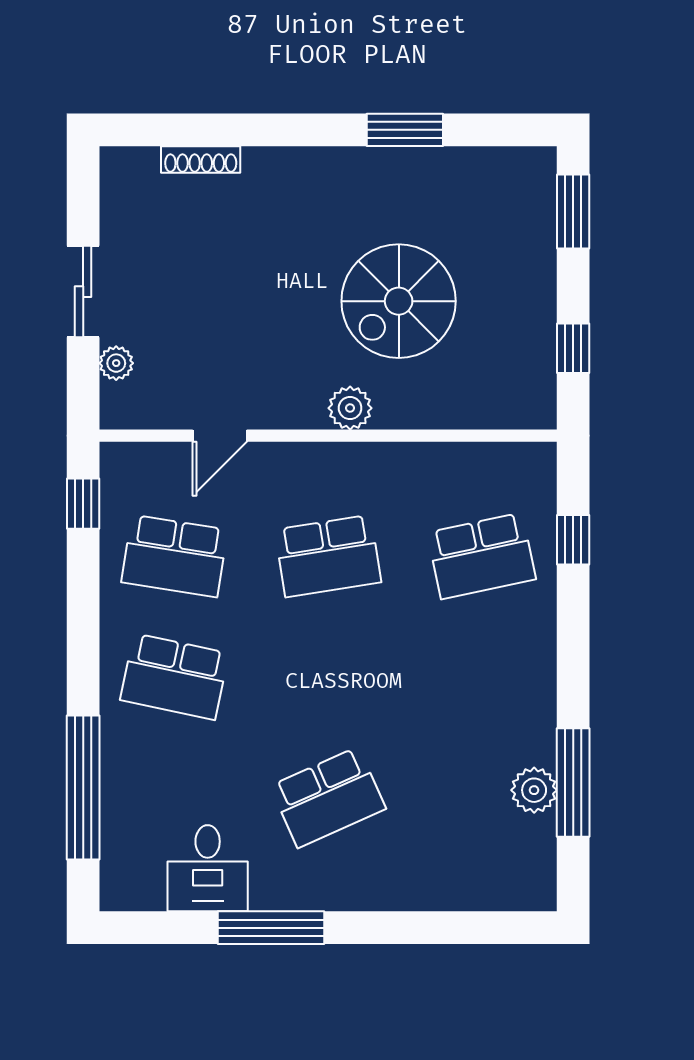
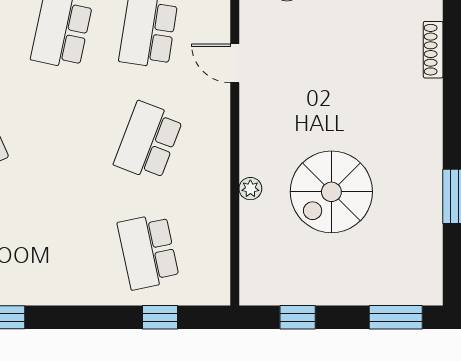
spiral stairs: (399, 301) -> (331, 192), turned -90
plant: (350, 408) -> (250, 189), moved, width x0.73, depth x0.73
school desk: (328, 556) -> (148, 141), turned 30

